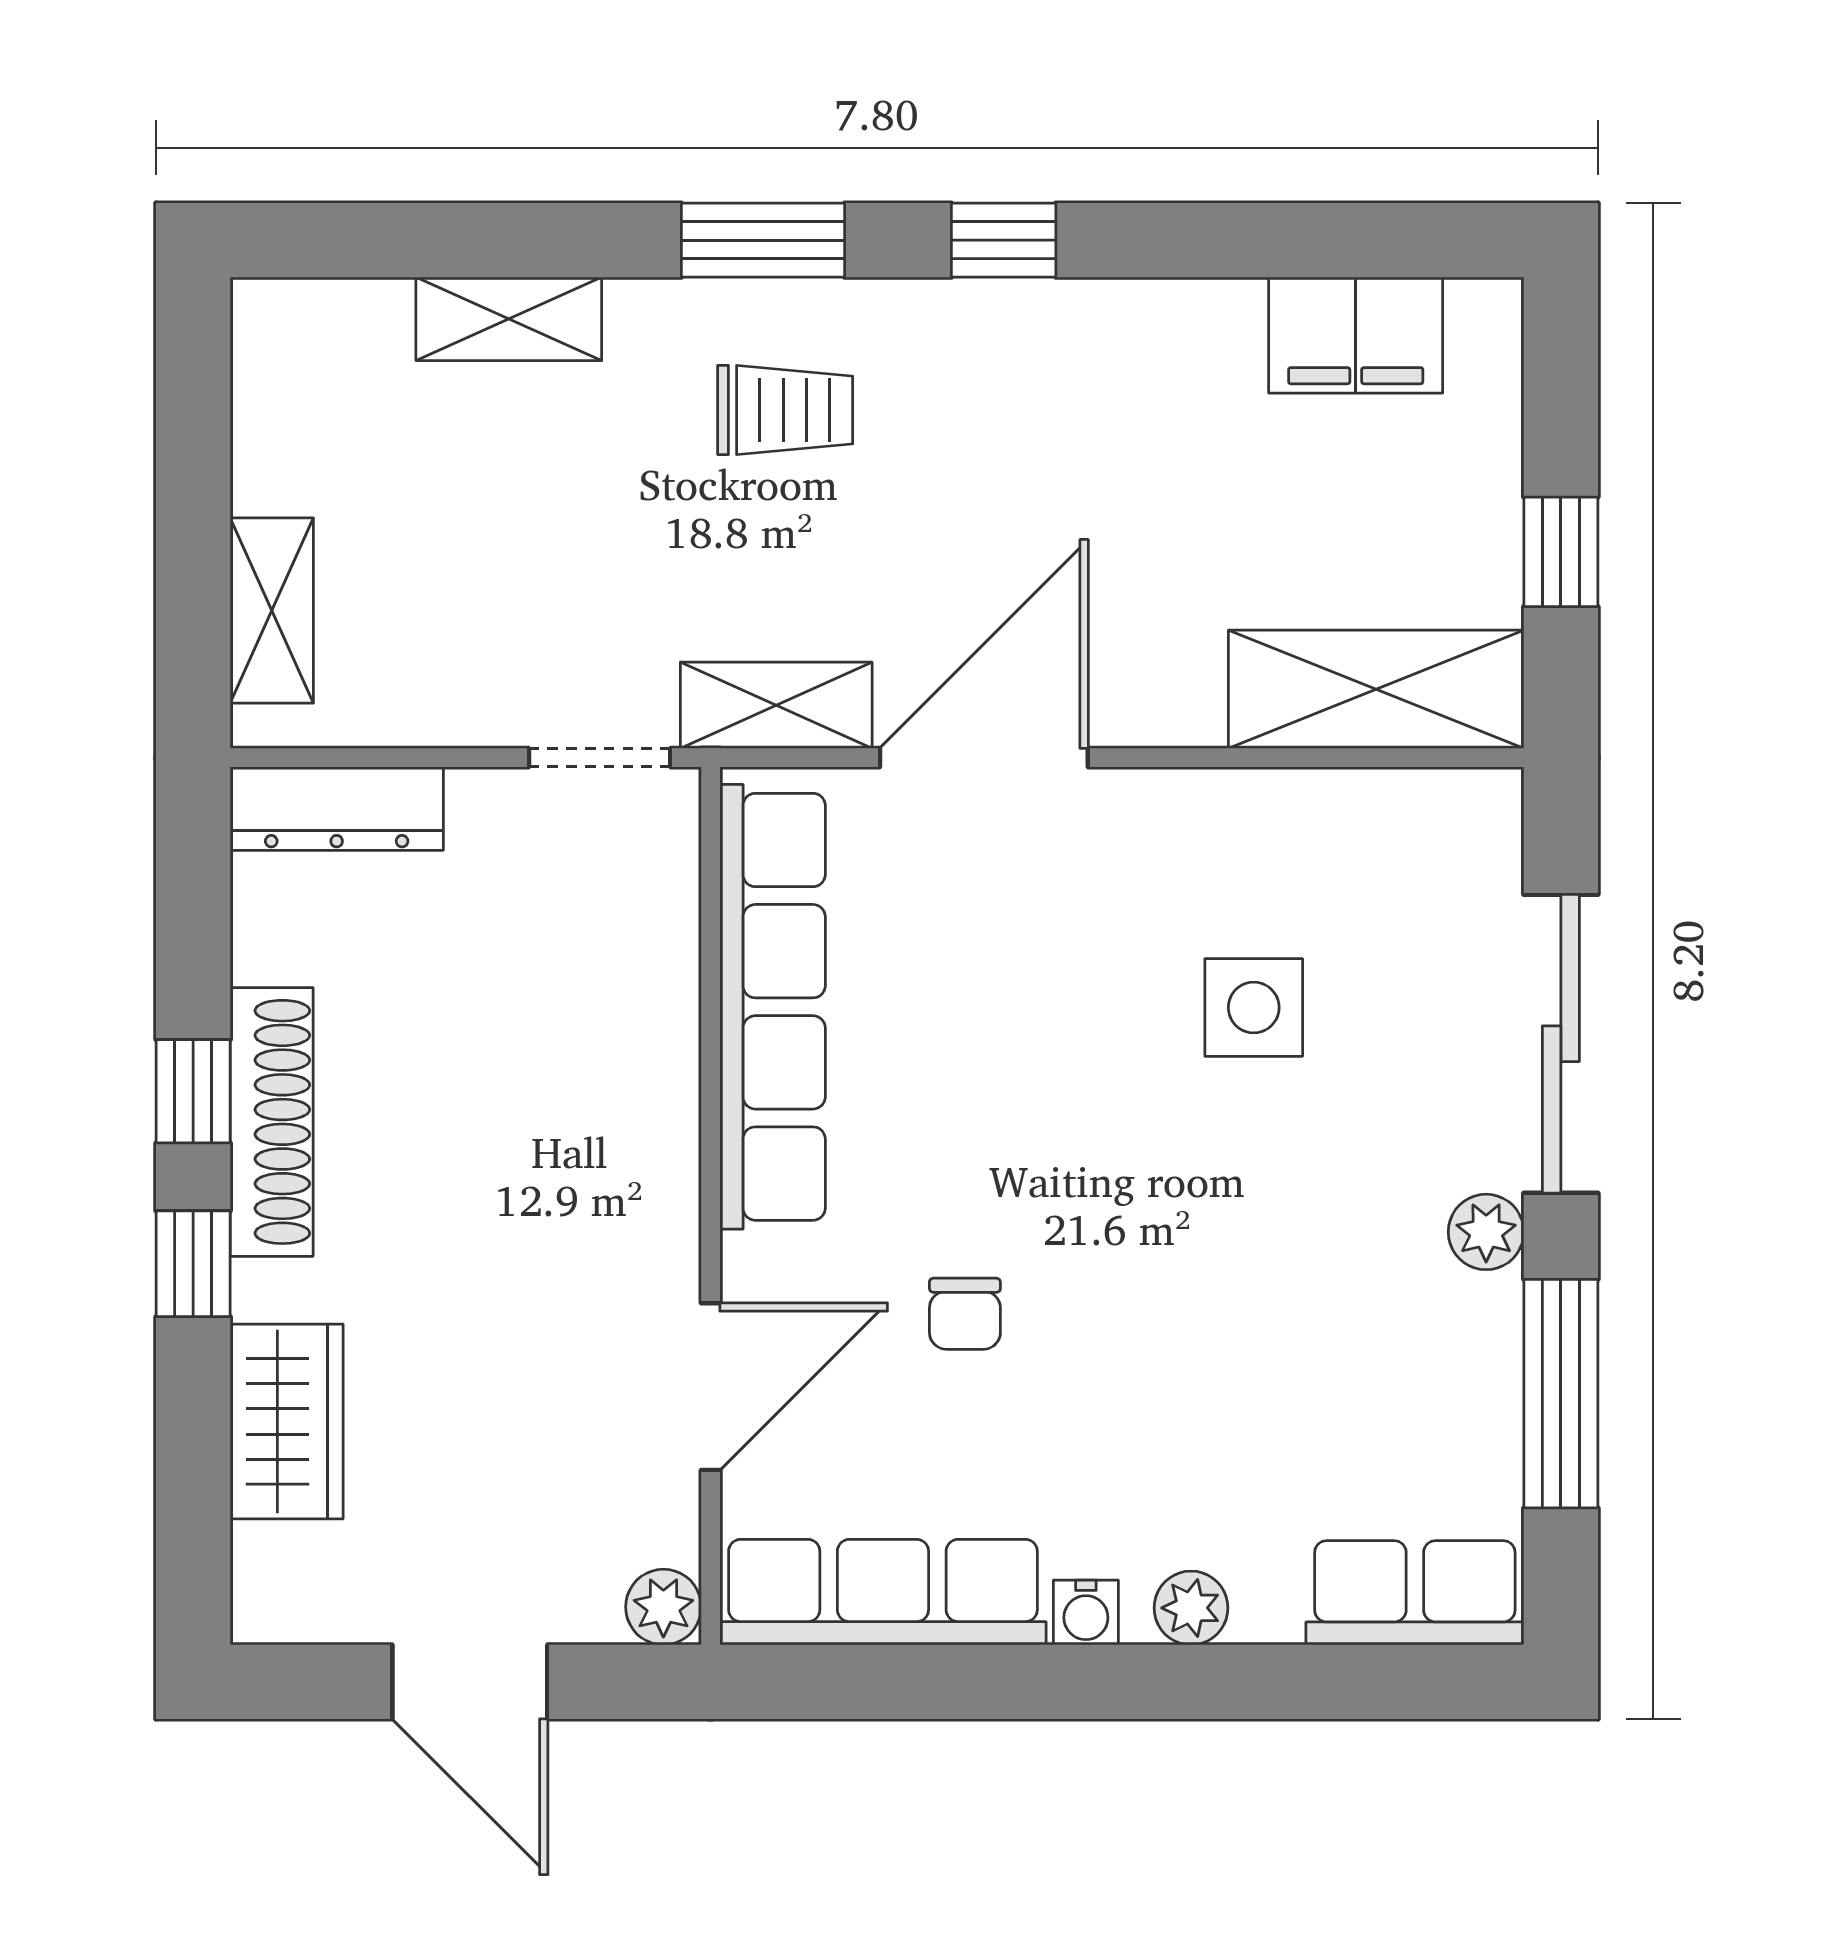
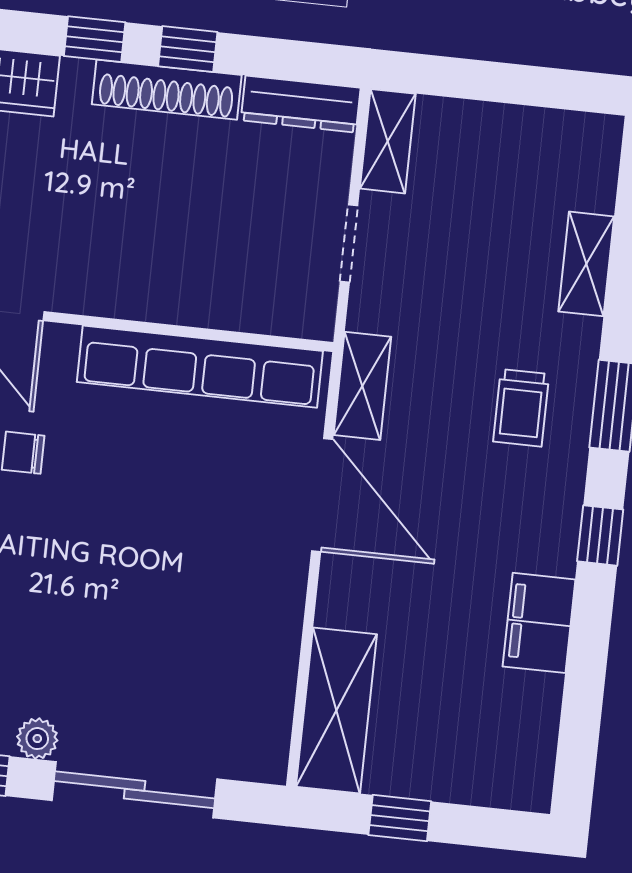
filing cabinet: (1356, 335) -> (539, 623), moved
shelving: (272, 611) -> (388, 141), moved, turned 90
doorway: (600, 758) -> (349, 243), moved
dresser: (337, 809) -> (301, 104), moved, turned -90
side table: (1254, 1008) -> (172, 626), removed

